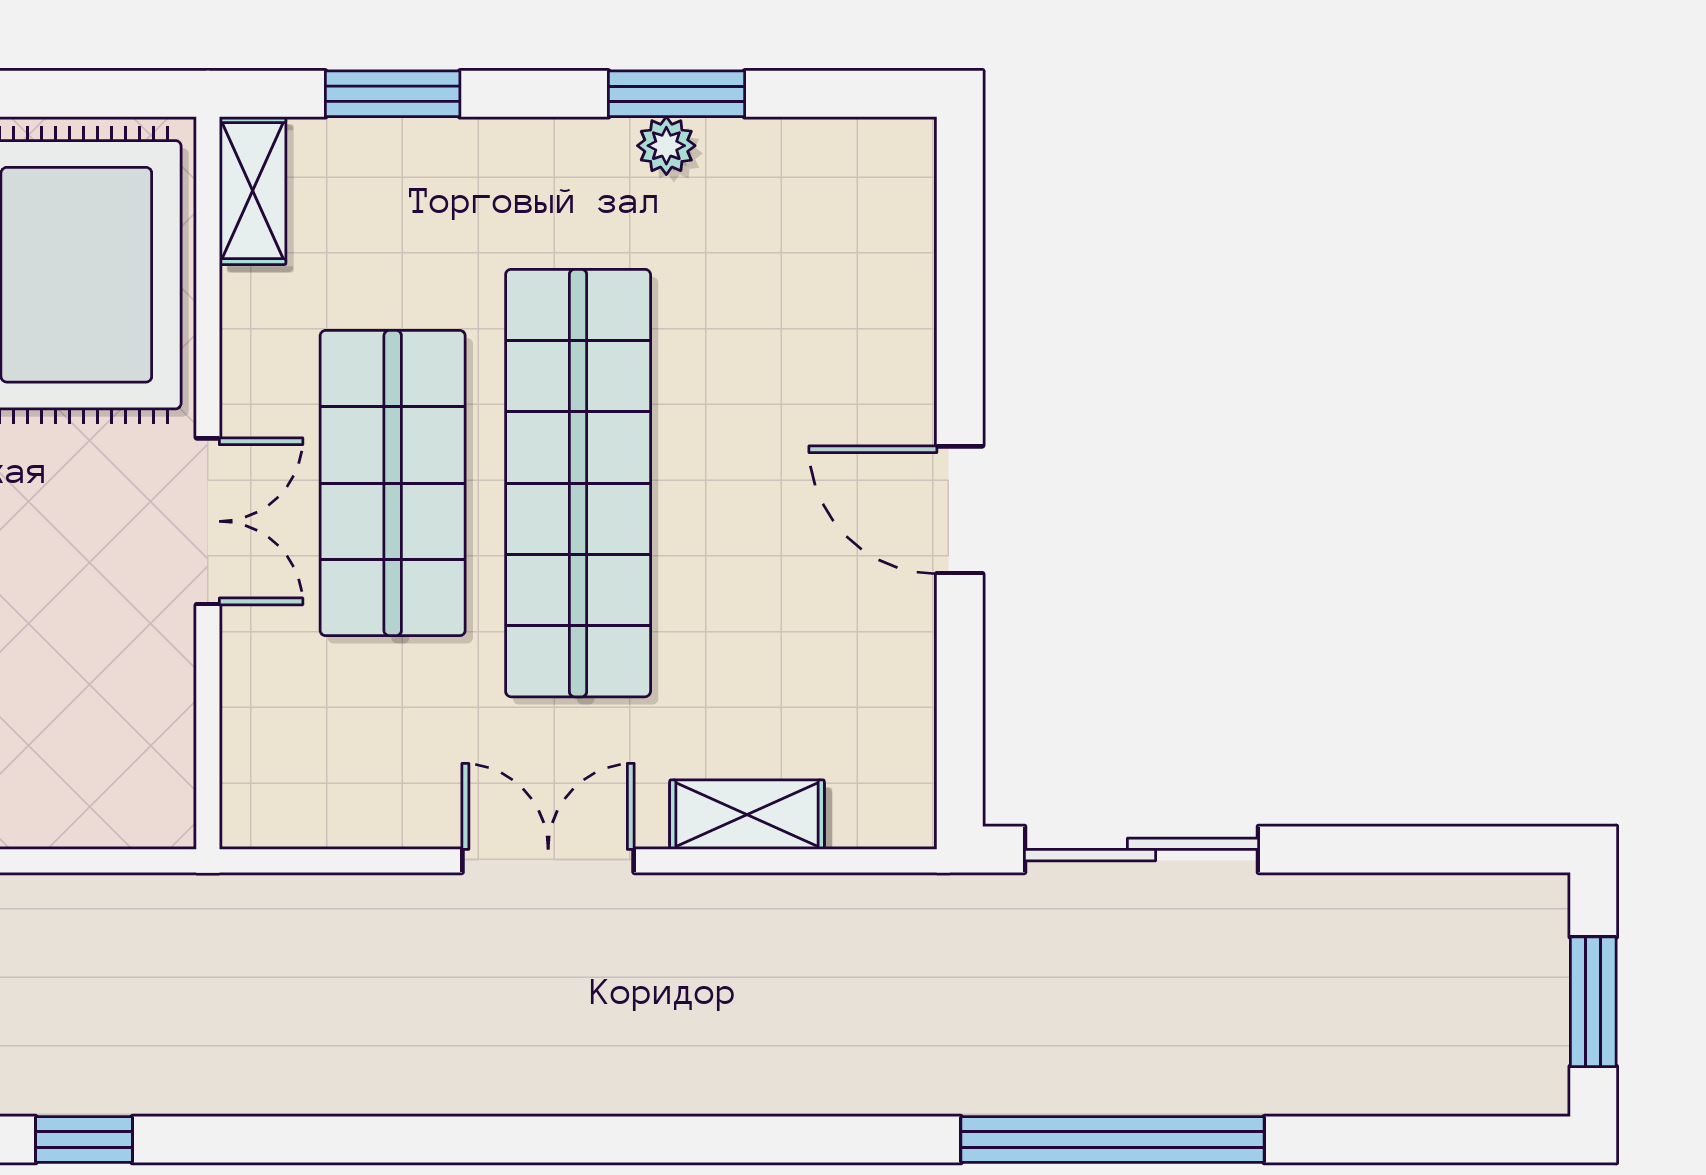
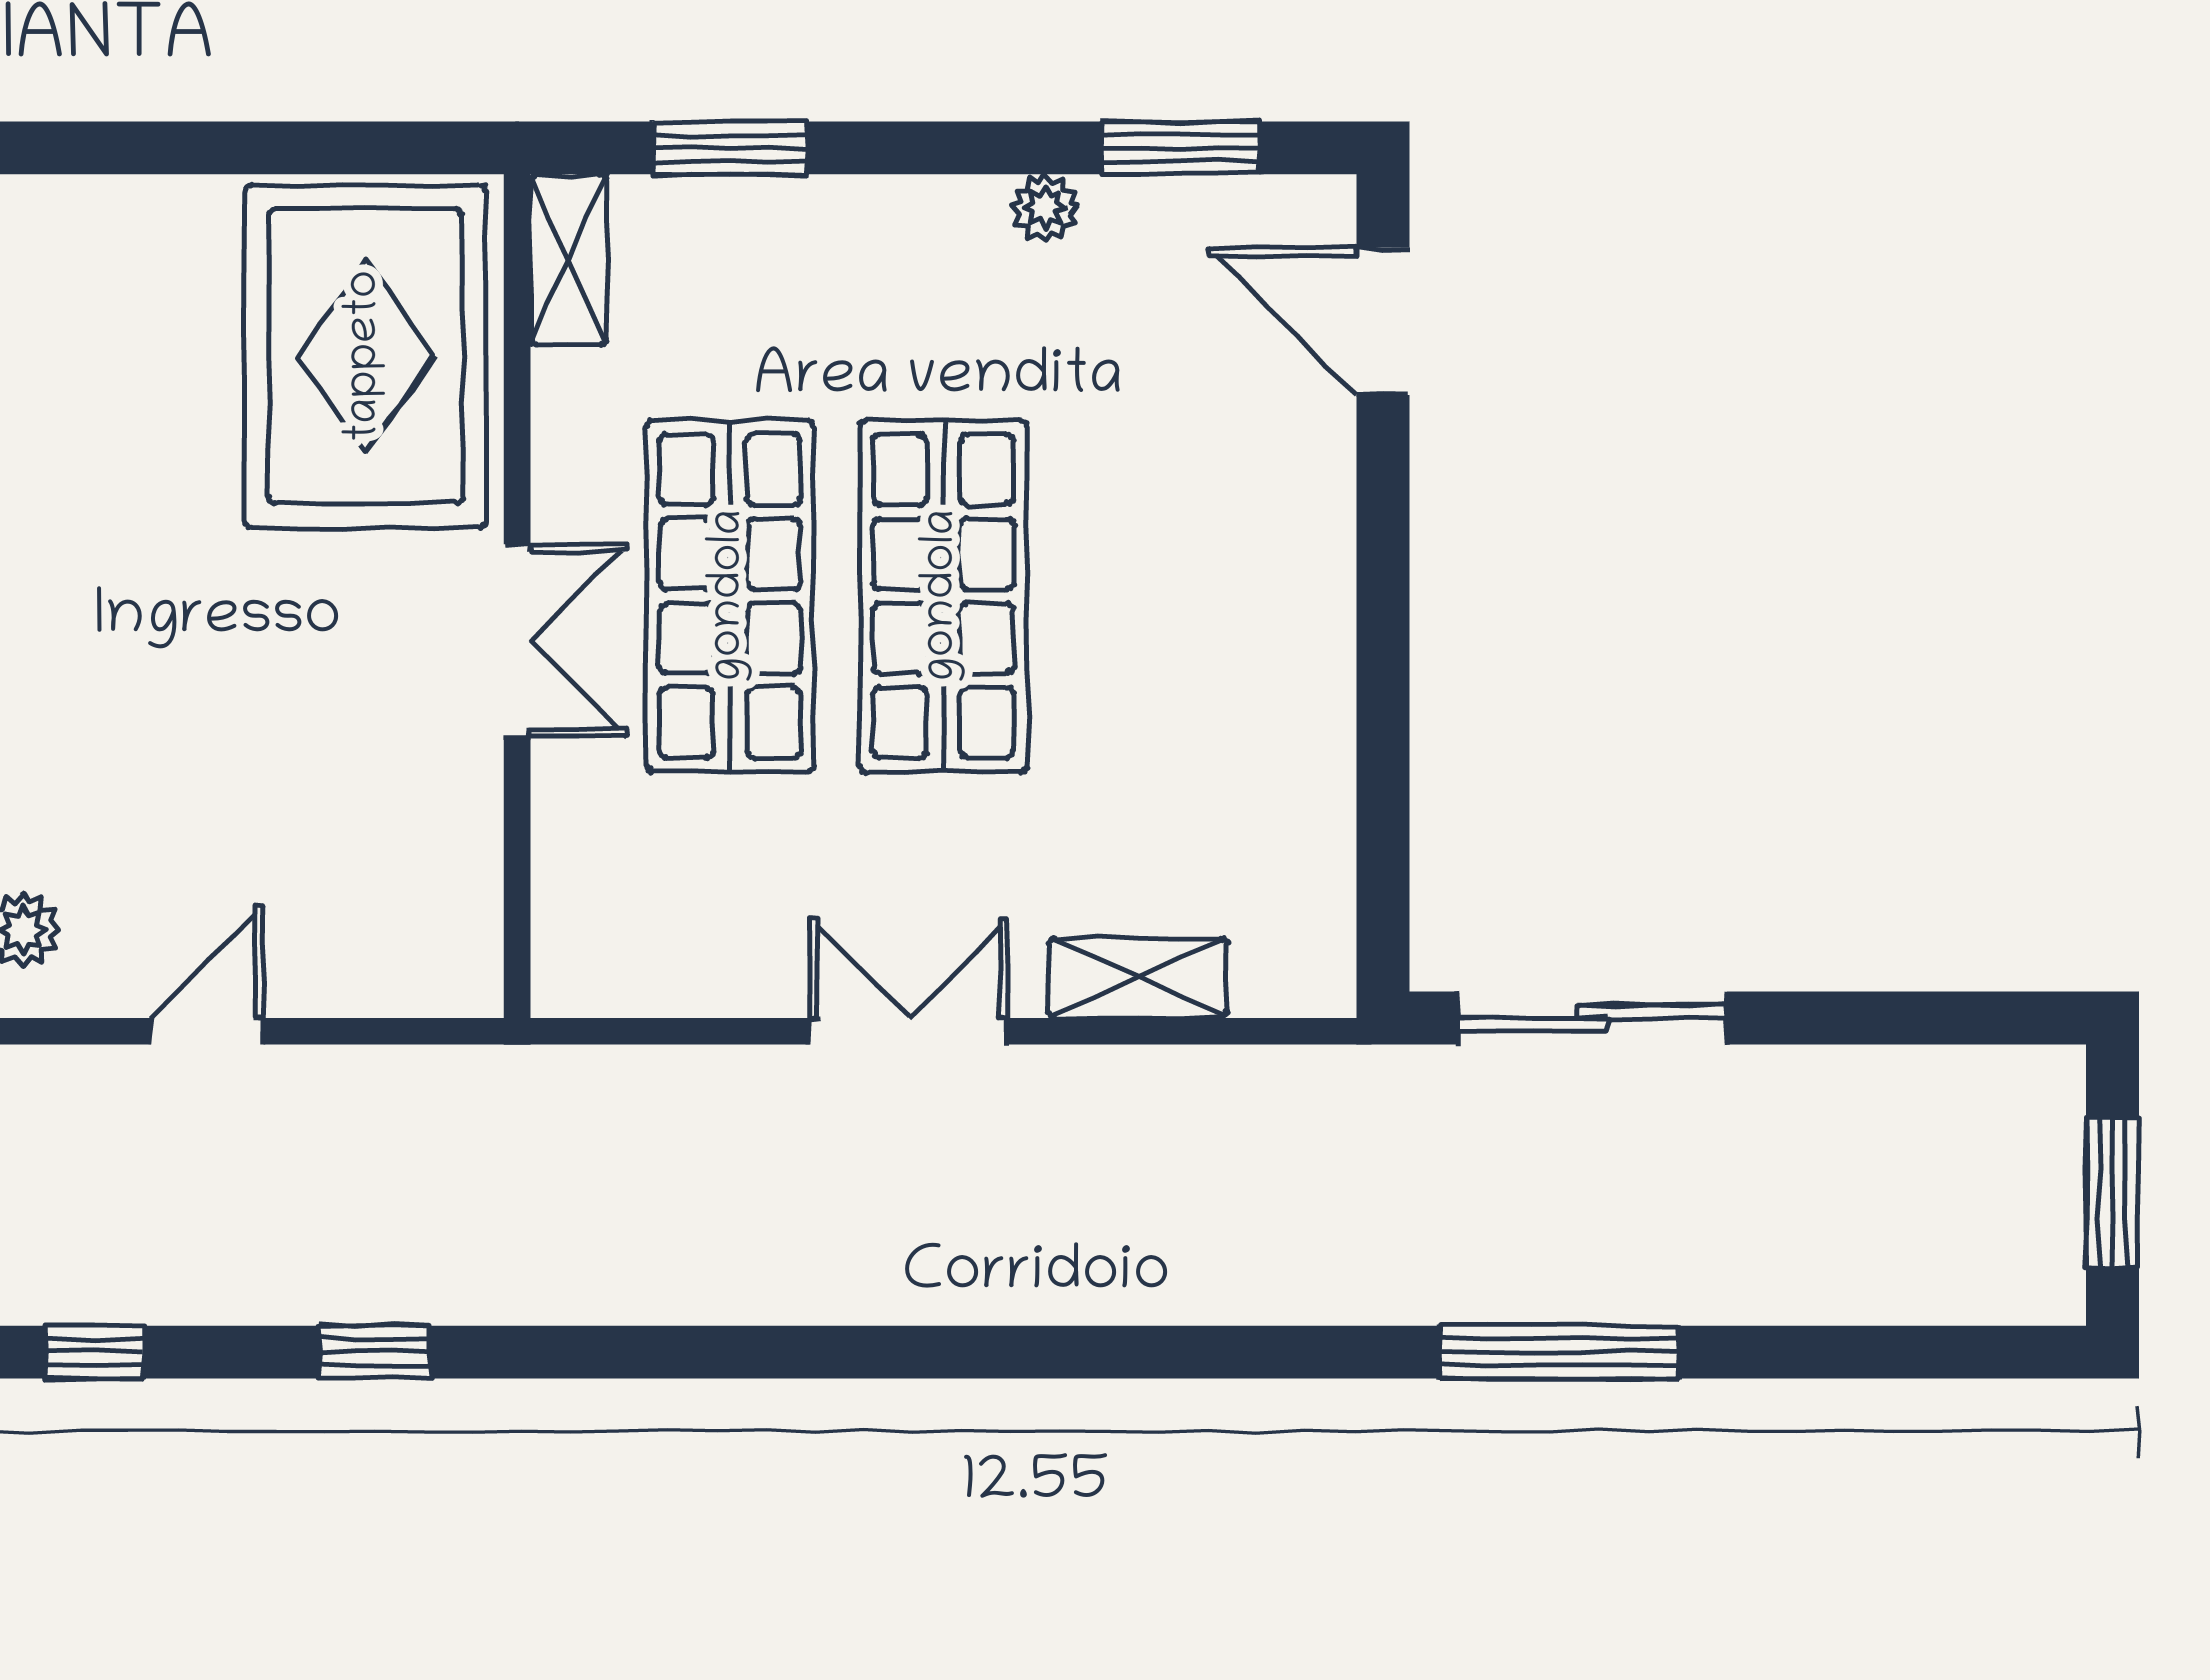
window: (676, 94) -> (1180, 148), moved
shop shelf: (578, 483) -> (943, 596), width x0.71
door: (960, 510) -> (1383, 321), moved
window: (1113, 1140) -> (1559, 1352), width x0.68

